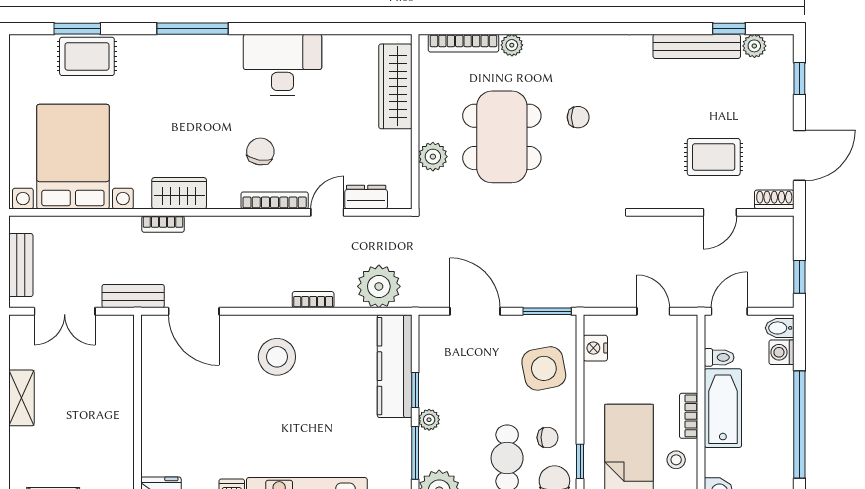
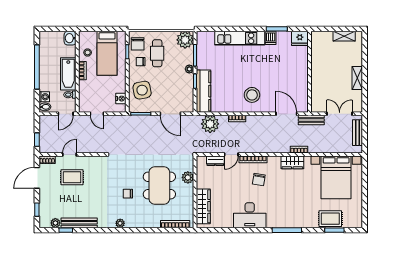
plant: (512, 45) -> (120, 223), moved
window: (799, 277) -> (37, 140), moved

